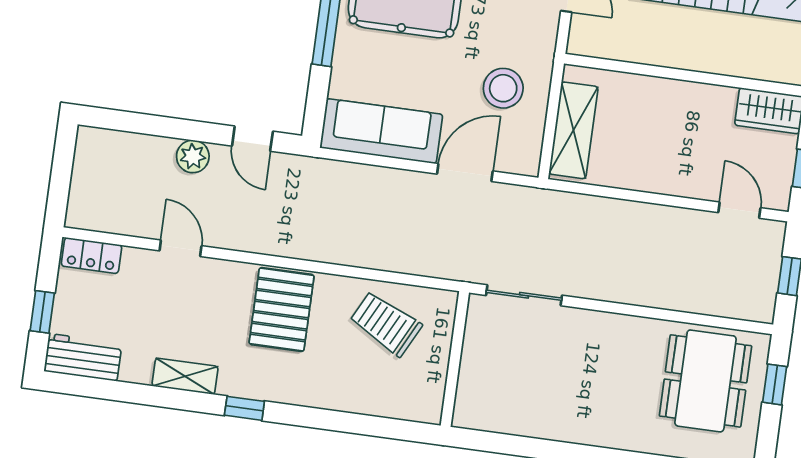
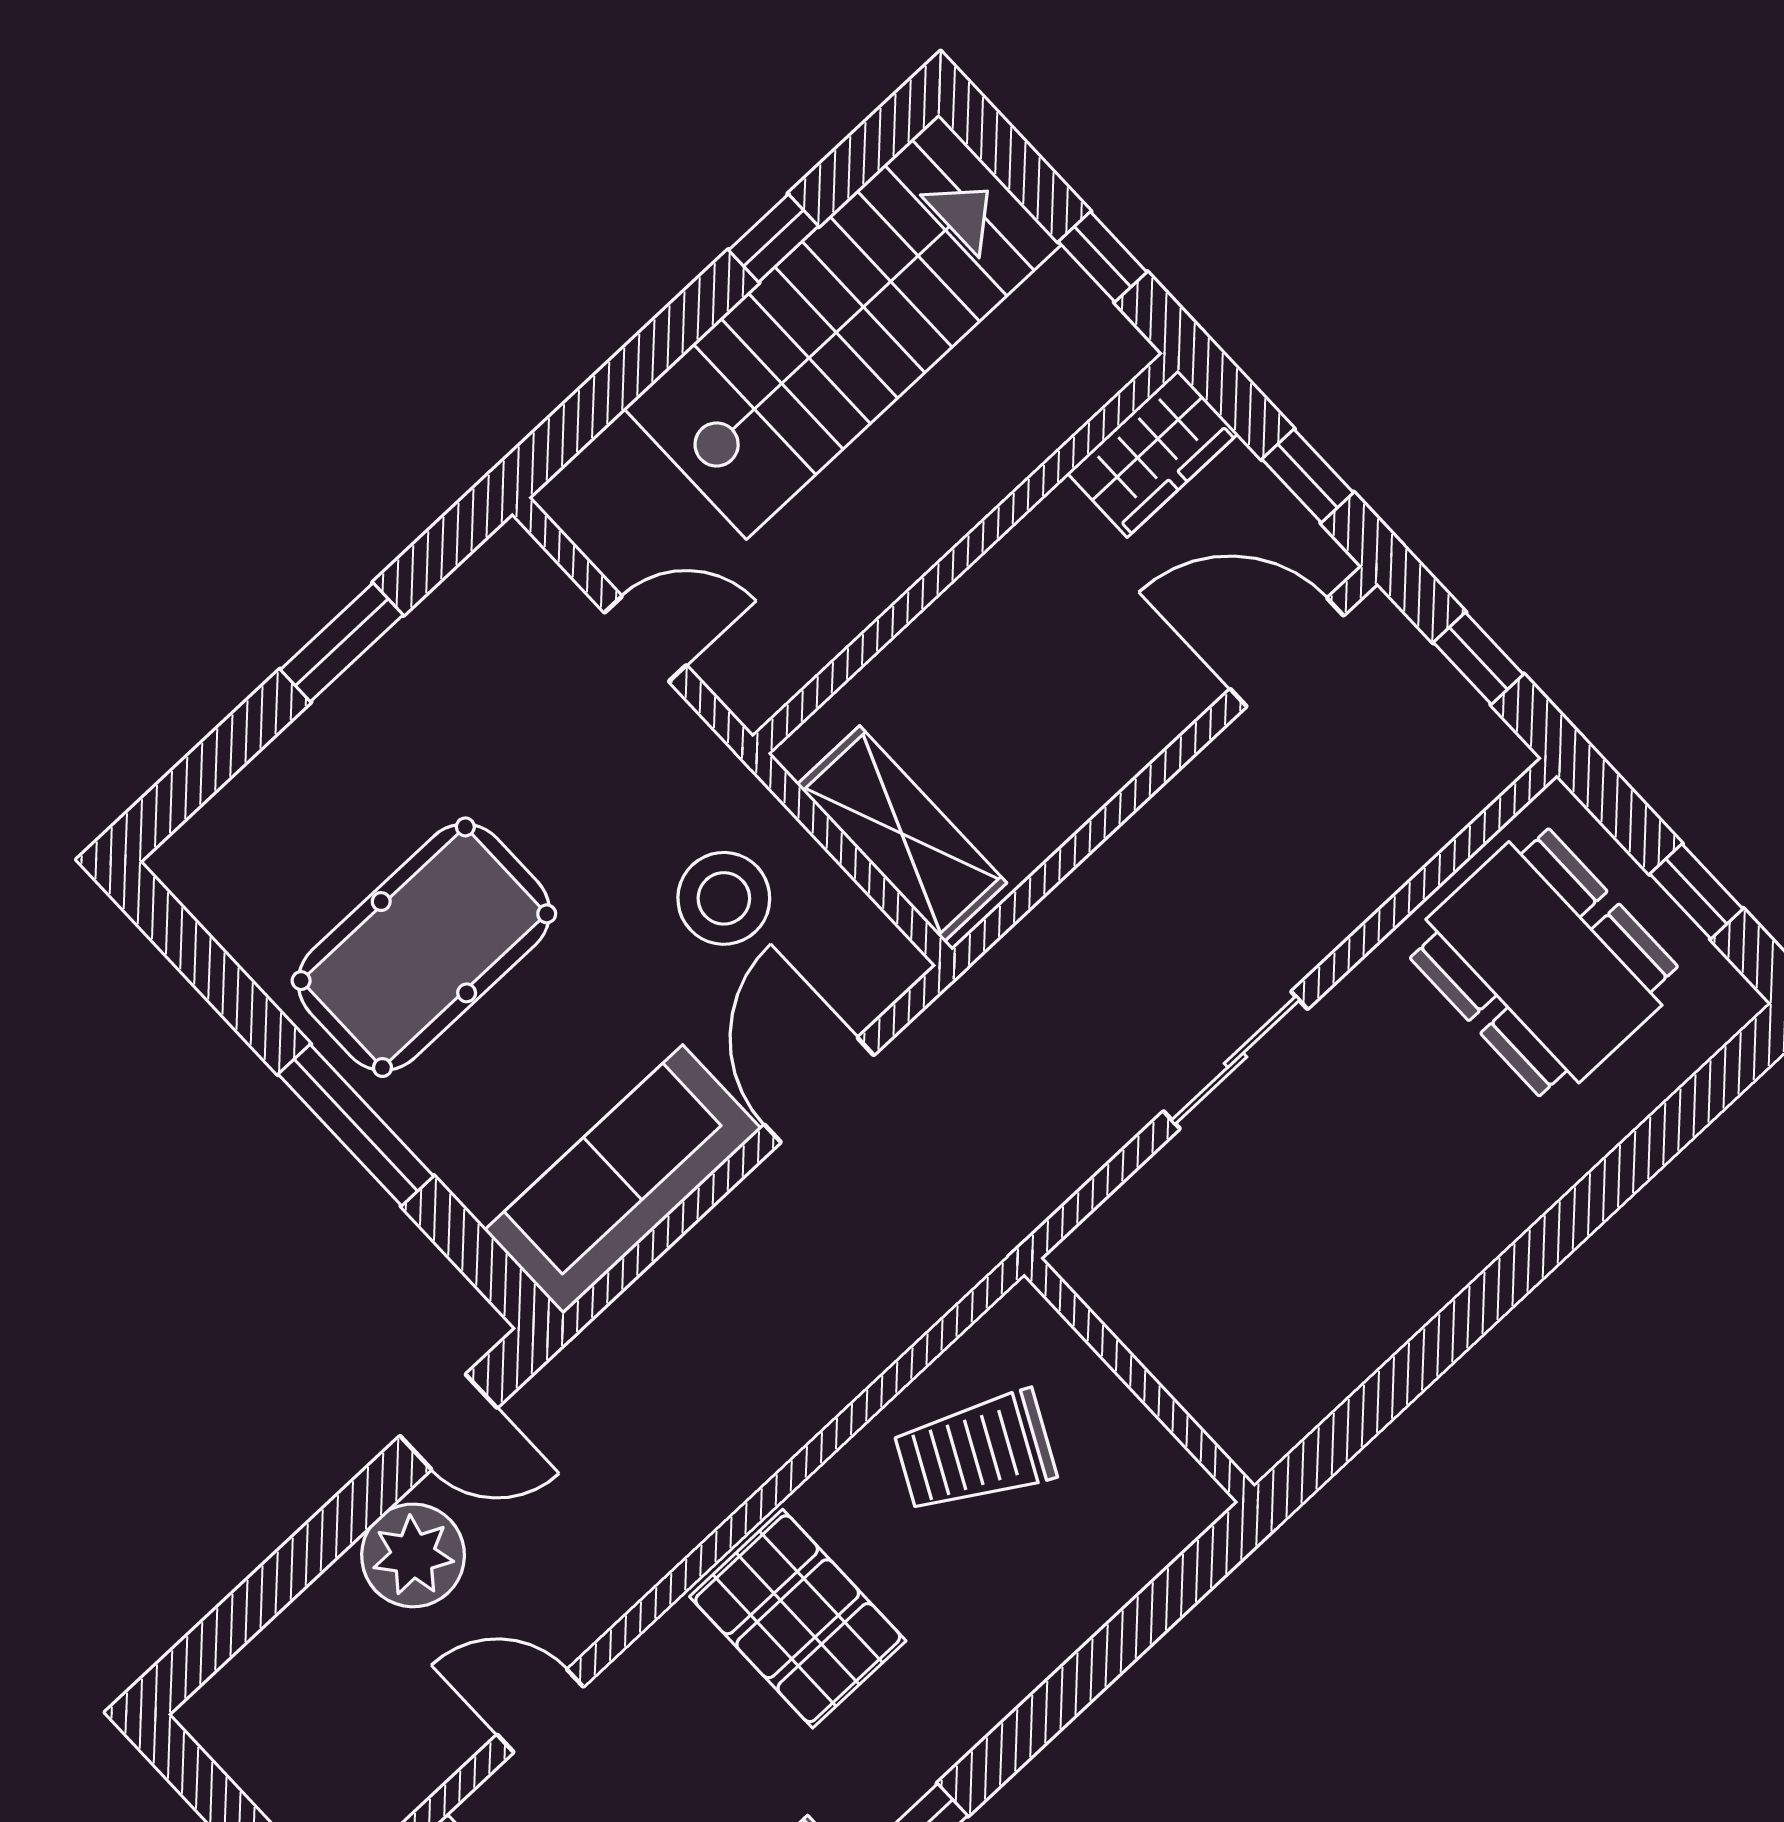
plant: (193, 156) -> (413, 1555), width x1.36, depth x1.36
door: (739, 210) -> (1287, 652), width x1.38
sliding door: (524, 295) -> (1236, 1060), moved
window: (775, 384) -> (1696, 891), moved

